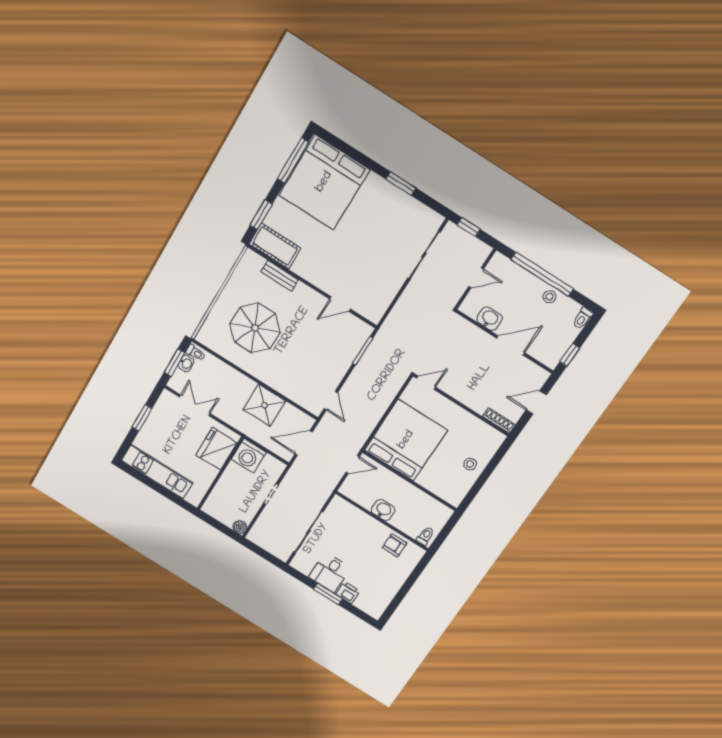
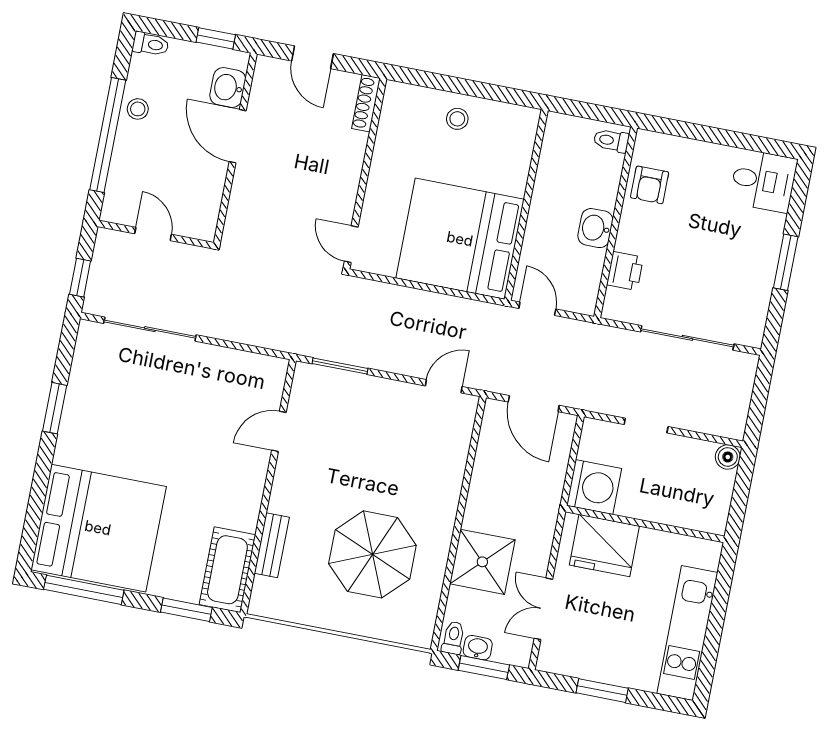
door: (340, 304) -> (279, 431), swing flipped
washbasin: (489, 319) -> (228, 88), moved
shower: (264, 405) -> (482, 562), moved
desk: (330, 573) -> (763, 181), moved
printer: (348, 592) -> (625, 271), moved, turned 180

